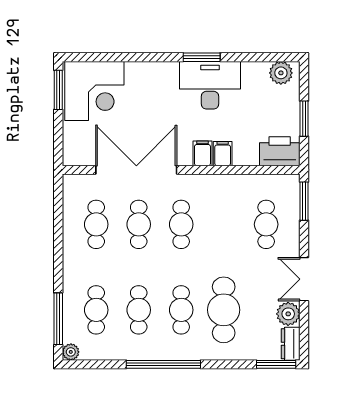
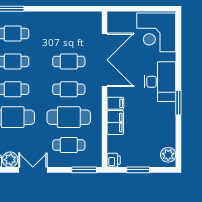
desk: (210, 85) -> (160, 82), moved
window: (58, 90) -> (157, 9), removed
printer: (280, 151) -> (114, 160), width x0.53, depth x0.68
filing cabinet: (223, 154) -> (115, 123), width x2.00
cafe table: (96, 224) -> (69, 117), moved, width x1.37, depth x1.35

